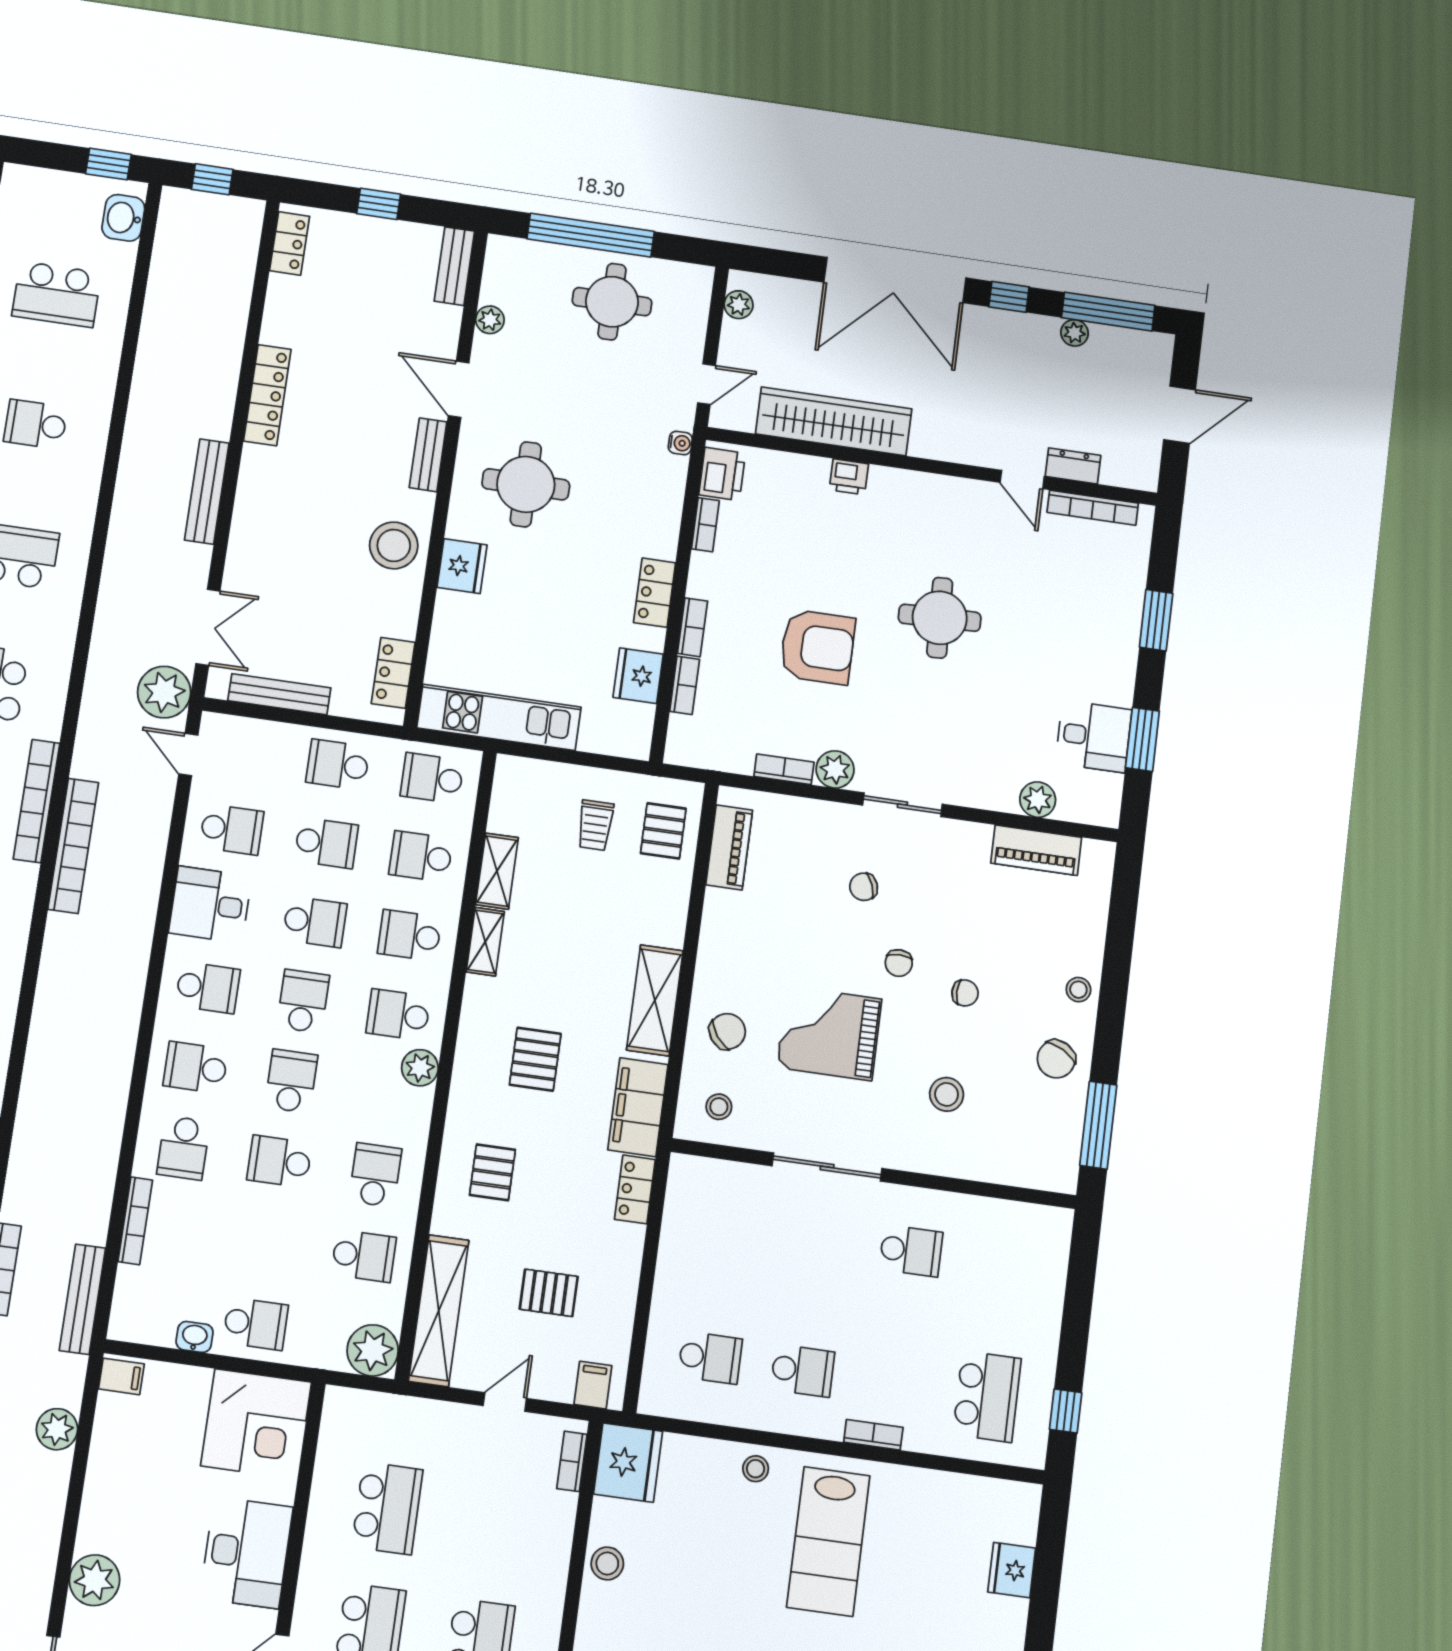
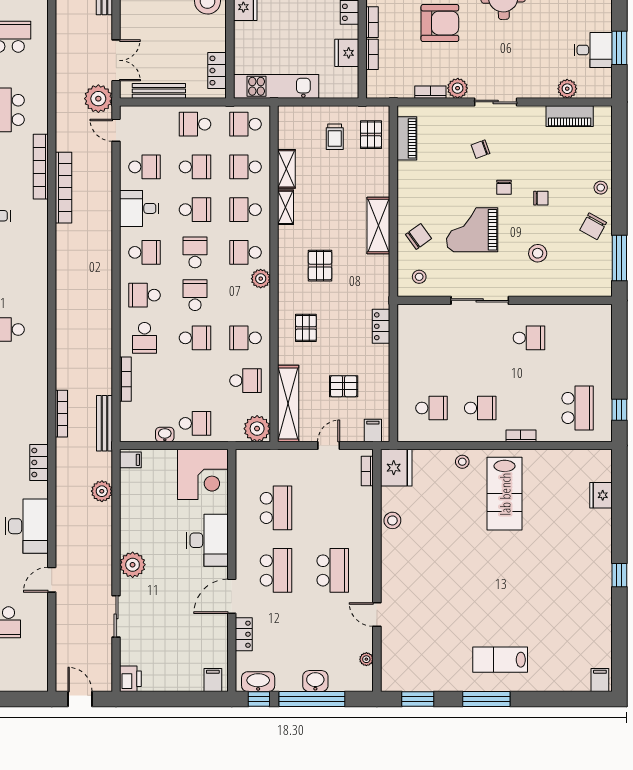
filing cabinet: (638, 1107) -> (377, 283), removed
school desk: (279, 1161) -> (195, 338), turned 180
school desk: (375, 1175) -> (245, 338), turned -90

